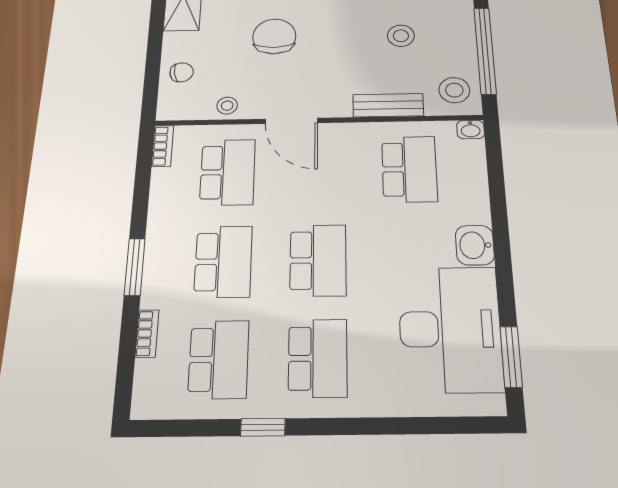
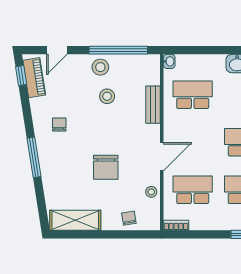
chair: (274, 36) -> (106, 167), turned -90
stool: (454, 90) -> (100, 67), moved

